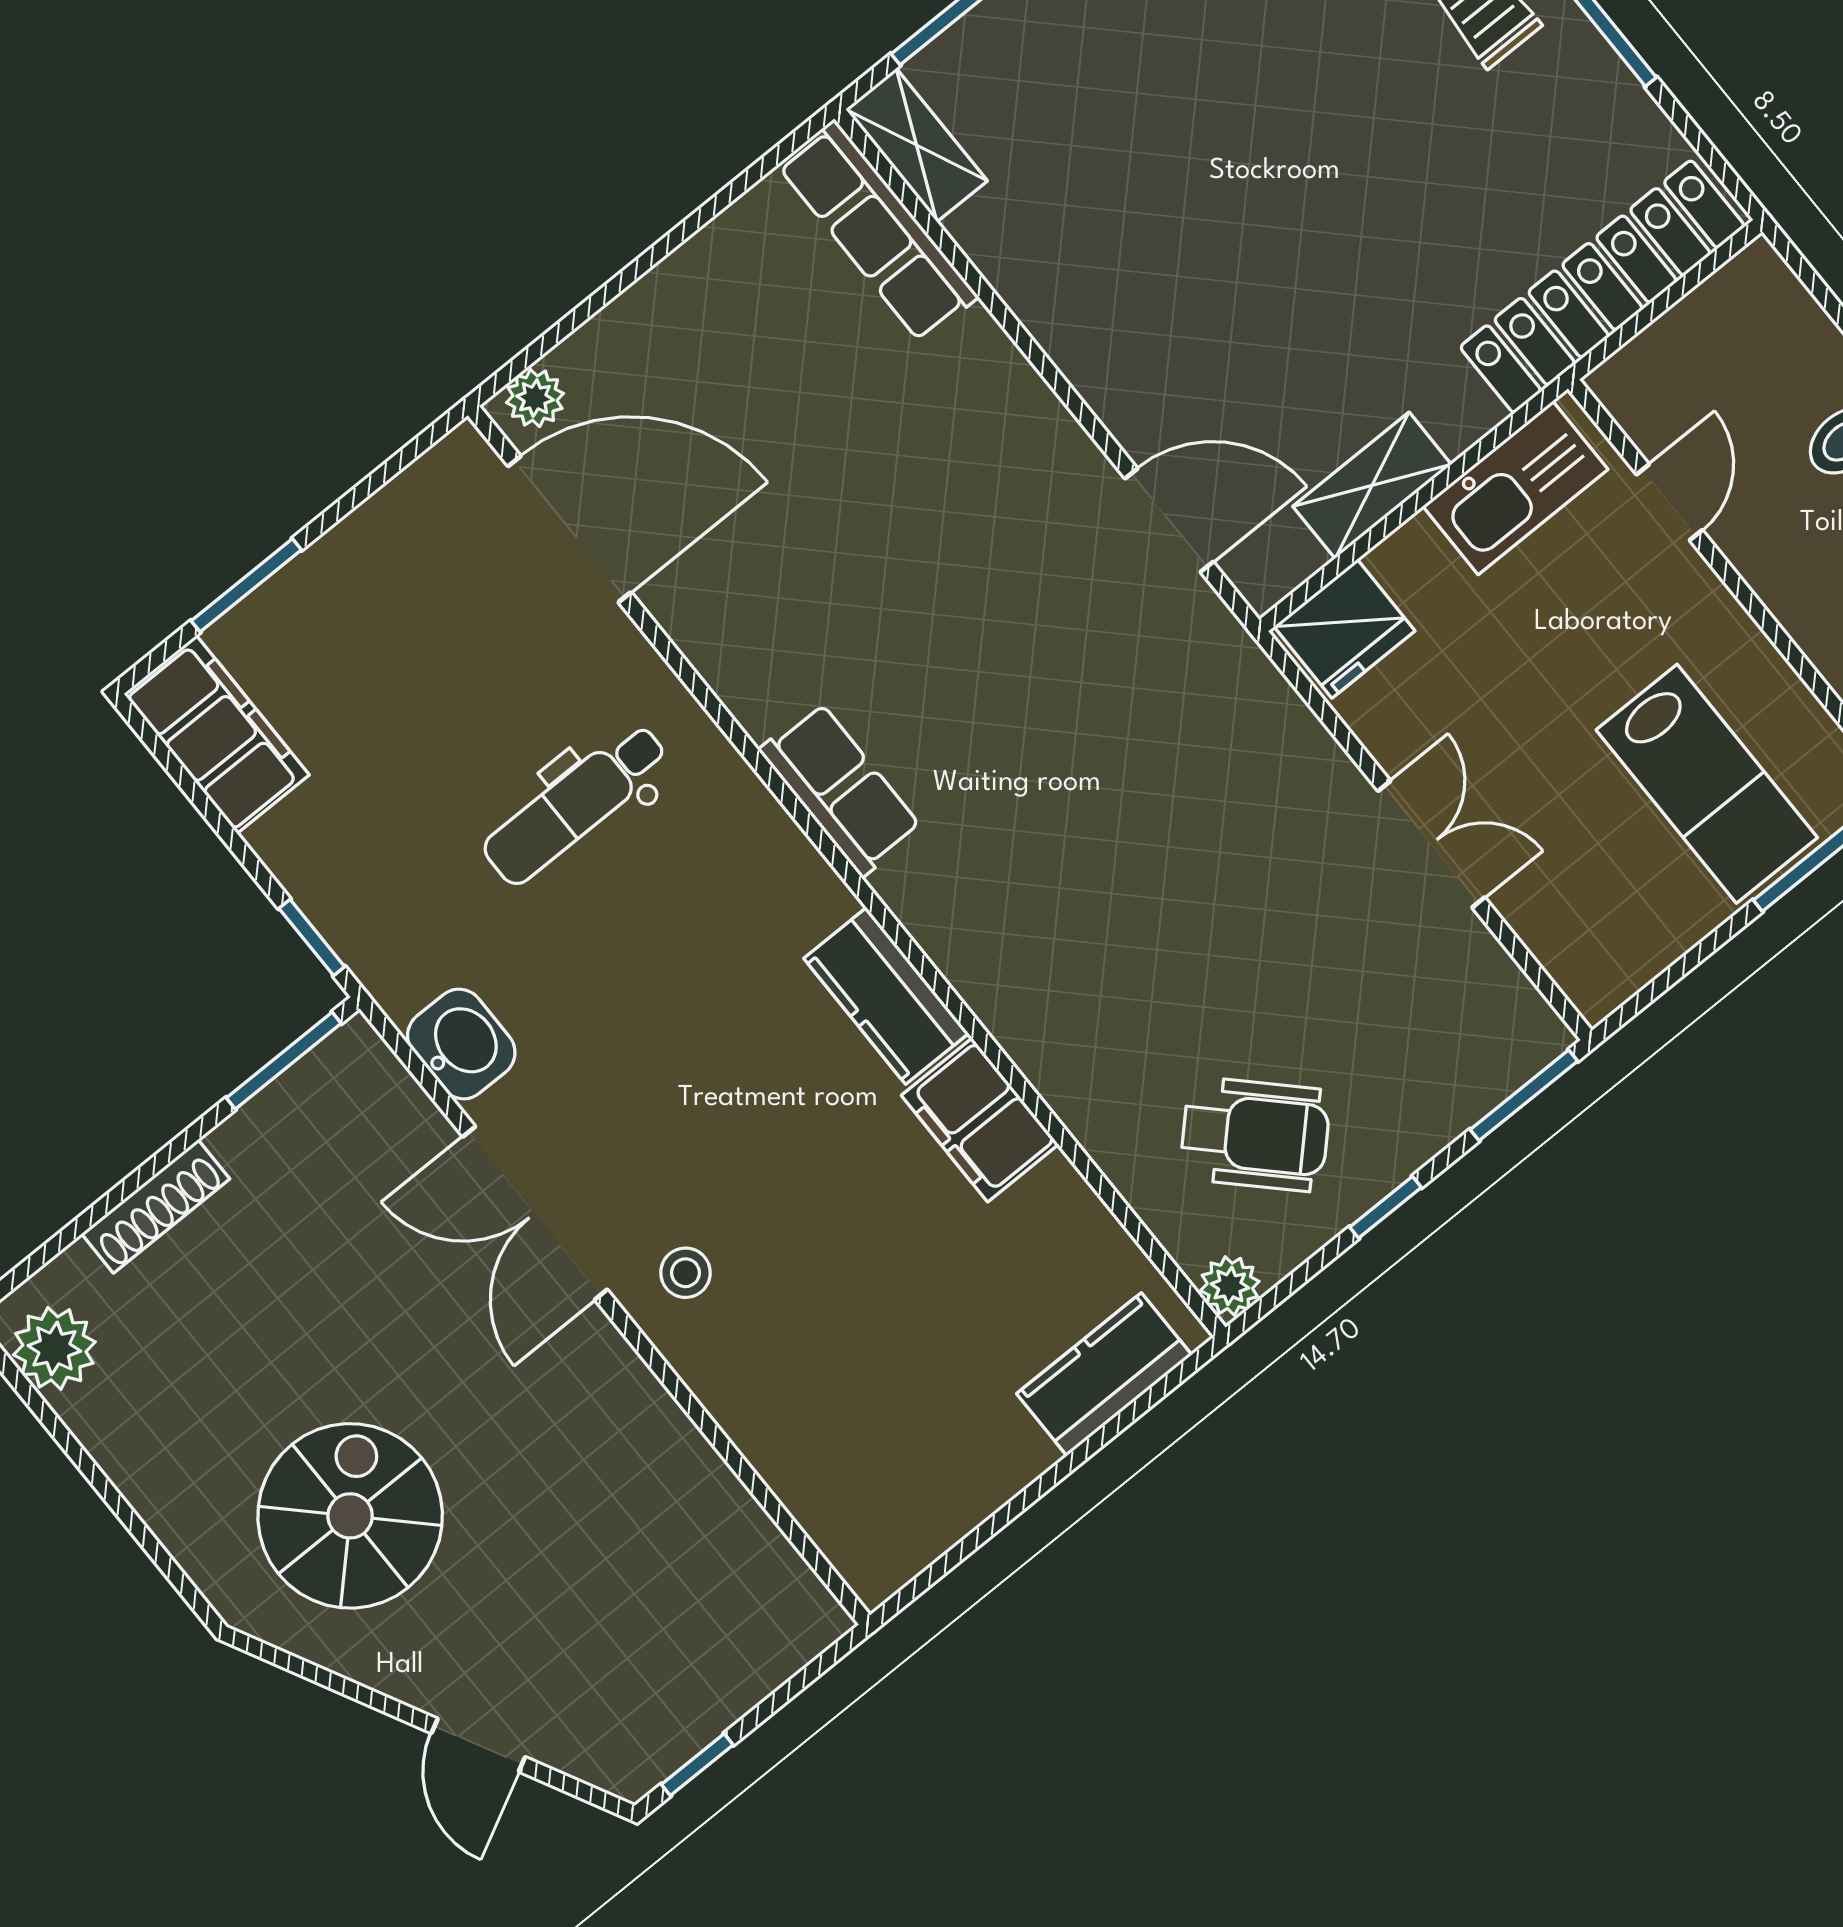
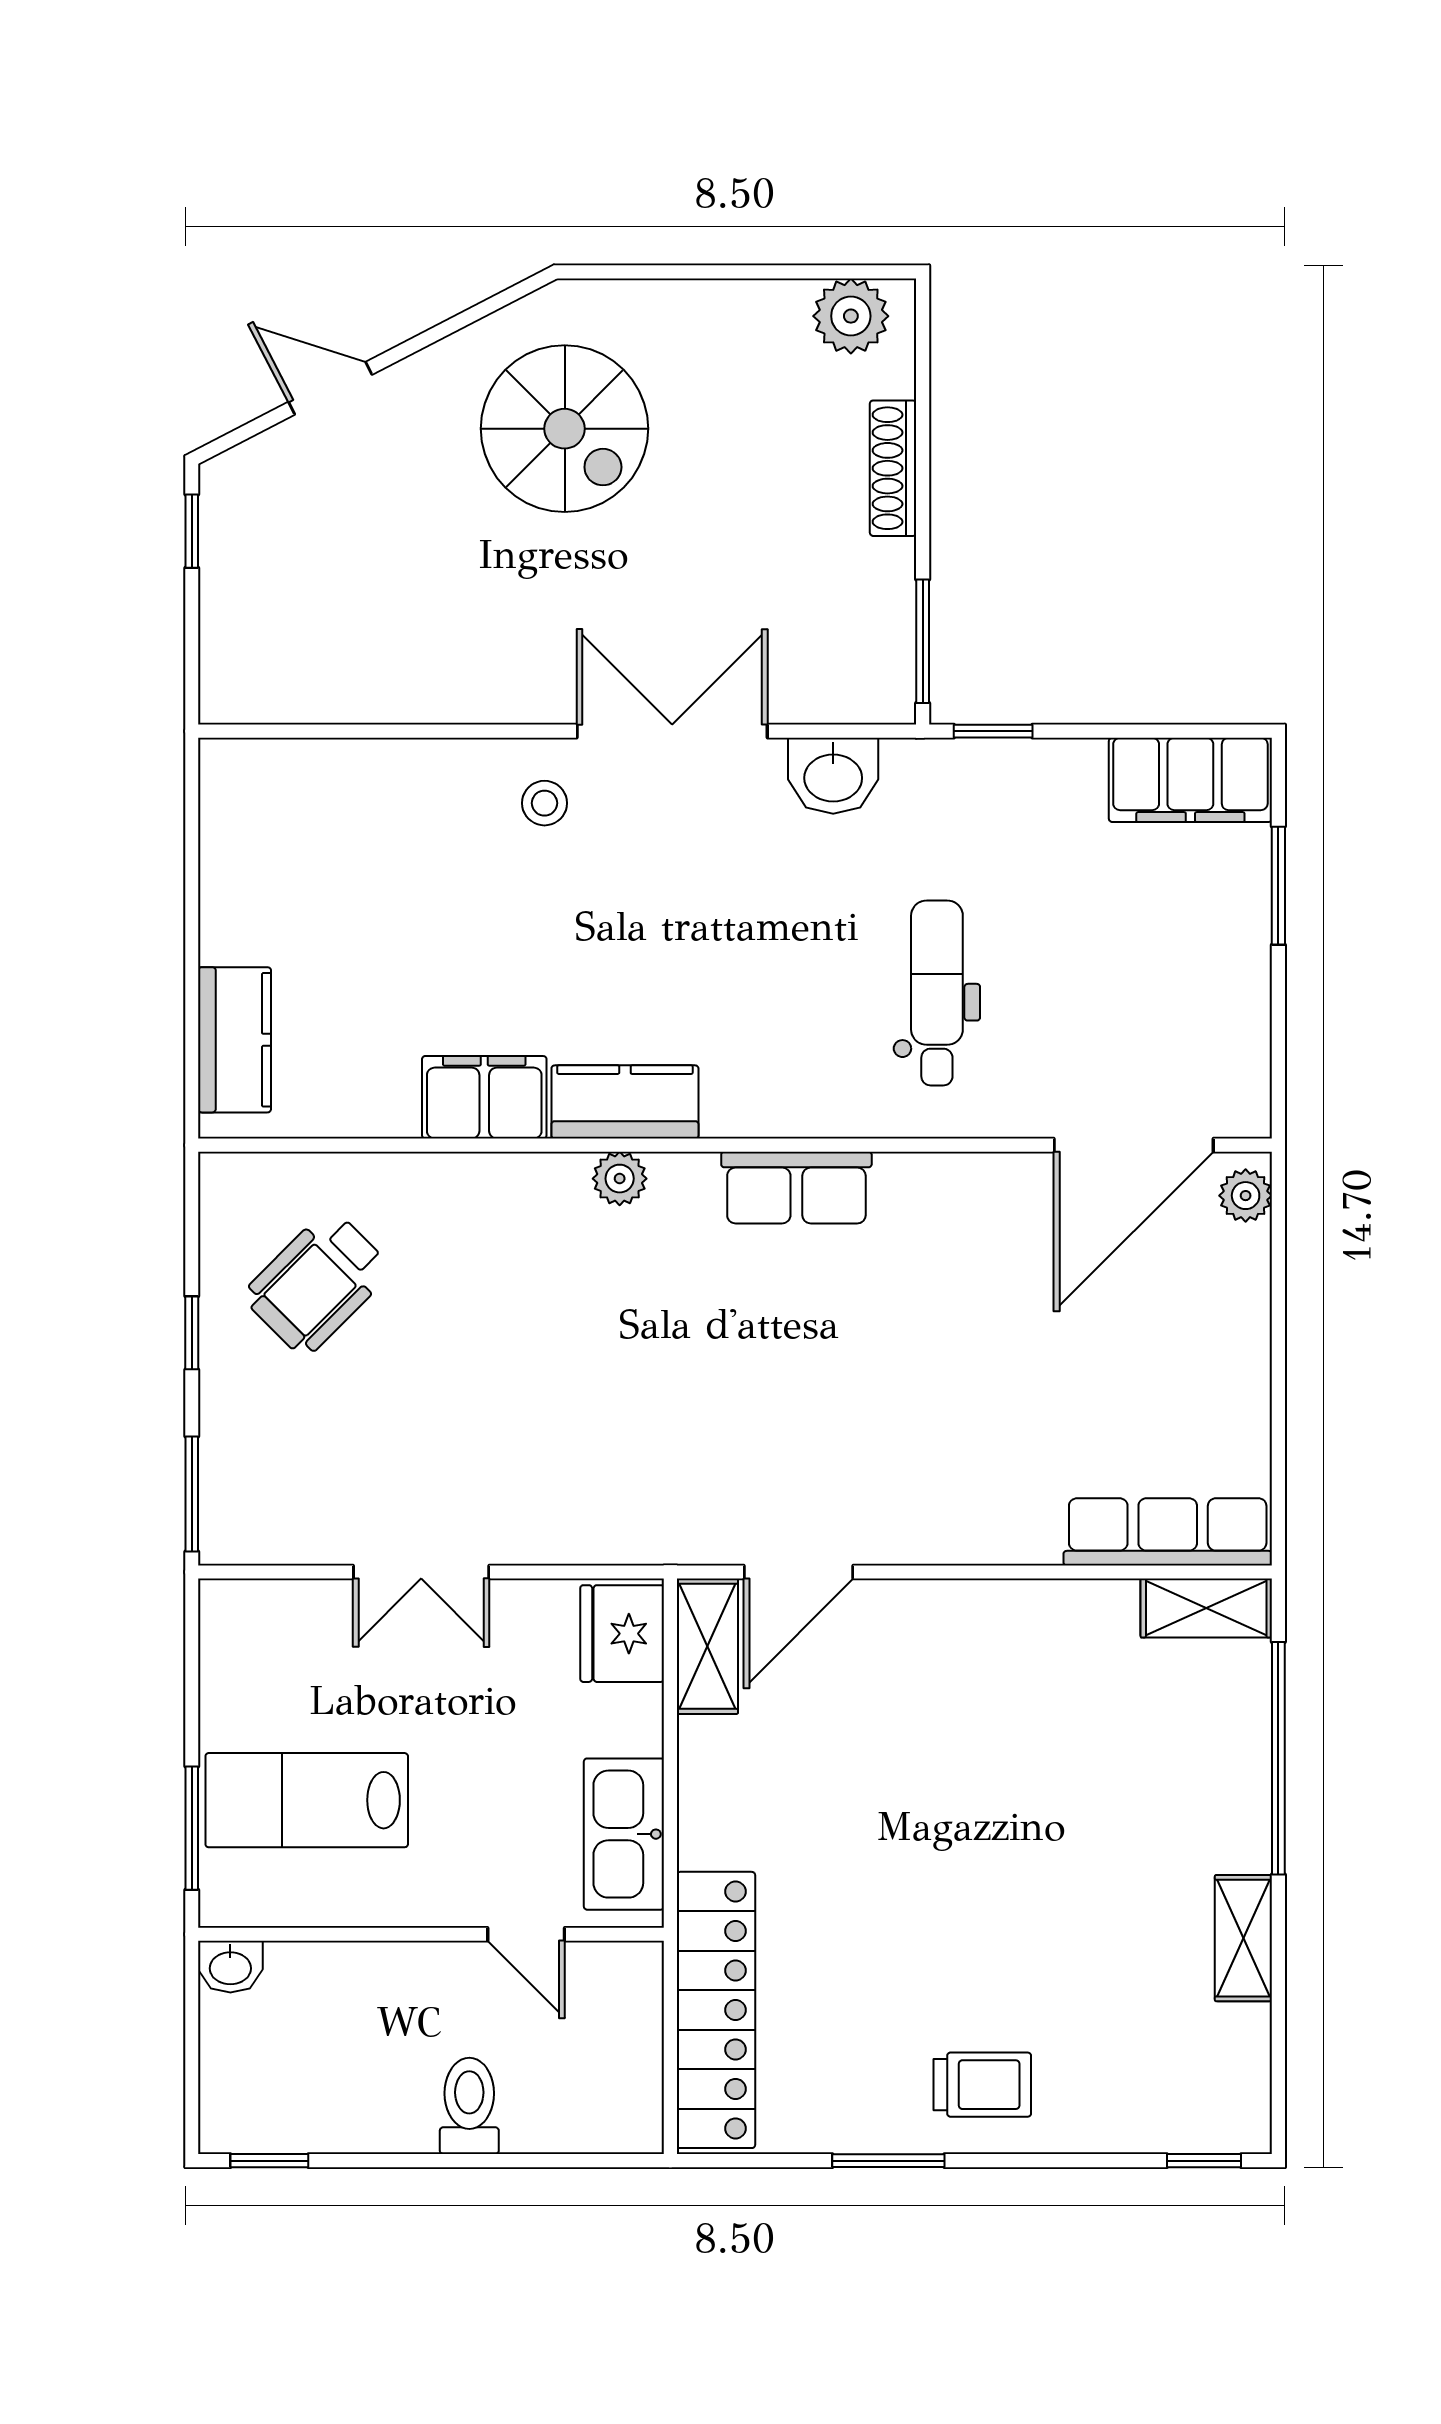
shelving: (1372, 485) -> (707, 1646), moved
plant: (1230, 1286) -> (620, 1179), moved

